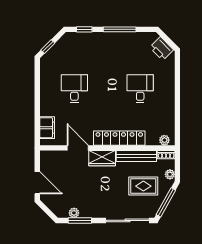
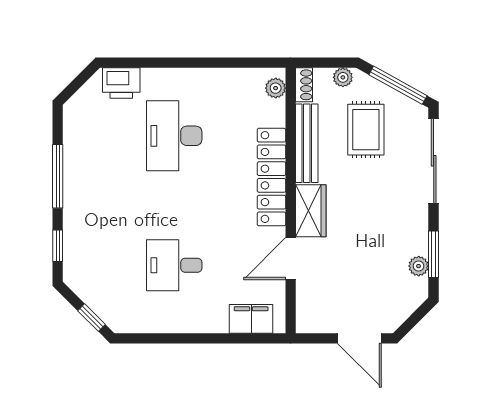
printer: (162, 49) -> (121, 83), moved, turned 45
desk: (140, 89) -> (174, 136), width x1.37
door: (37, 183) -> (359, 338), swing flipped

